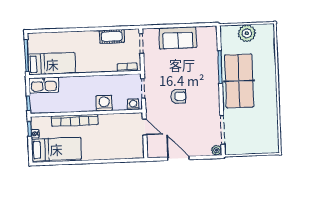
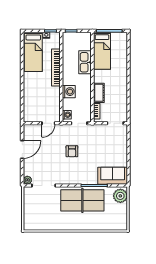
plant: (247, 33) -> (120, 196), moved
cot: (112, 36) -> (99, 93), moved
sofa: (178, 38) -> (113, 176), moved, turned 90
kitchen sink: (44, 85) -> (85, 62), moved

